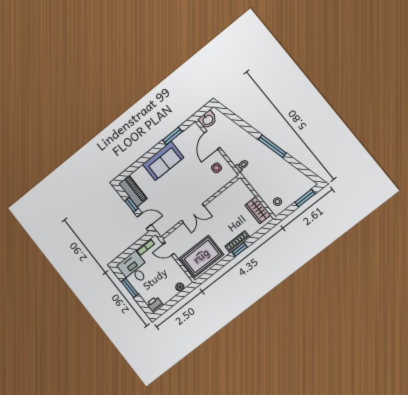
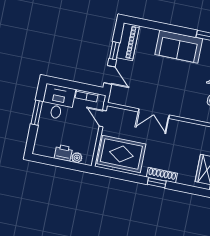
printer: (155, 305) -> (63, 153), moved

